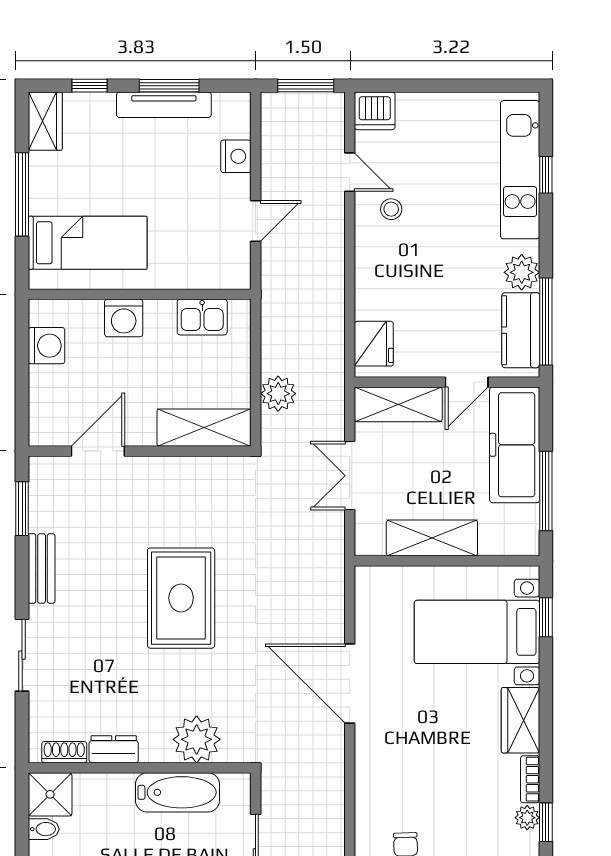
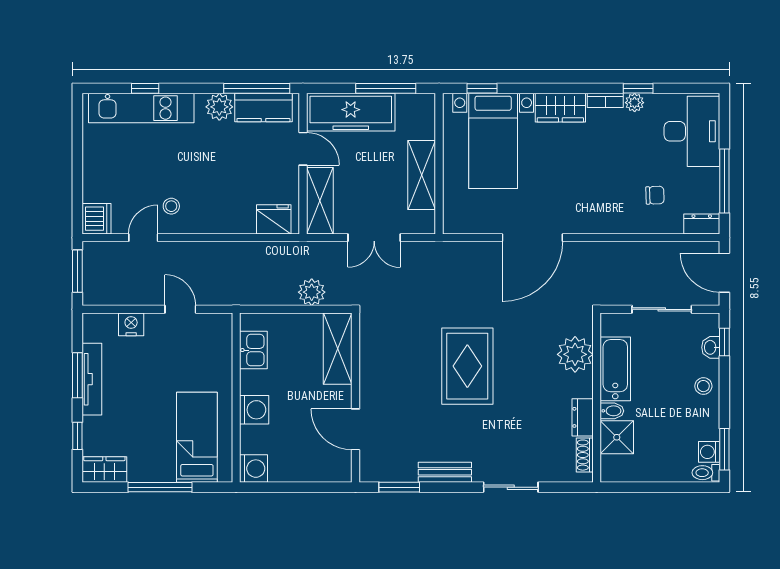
washing machine: (46, 346) -> (254, 469), moved, turned 90
rug: (181, 598) -> (467, 366), turned 90
shower: (50, 794) -> (617, 437), moved
bidet: (44, 829) -> (612, 411), moved, turned 90

